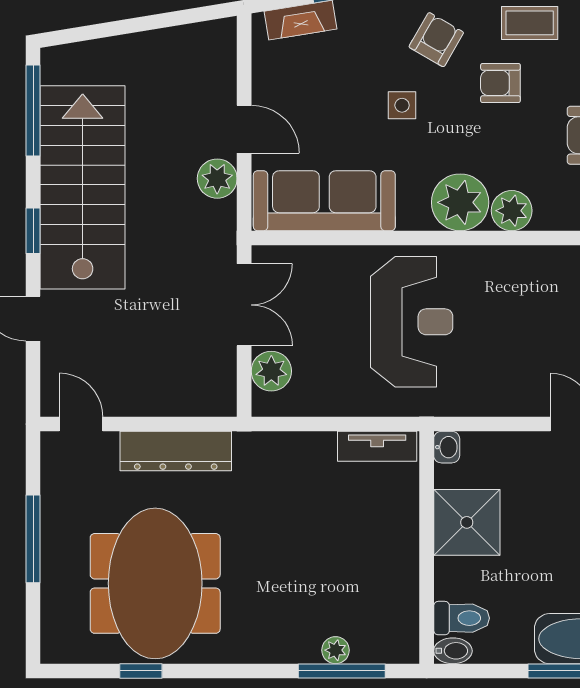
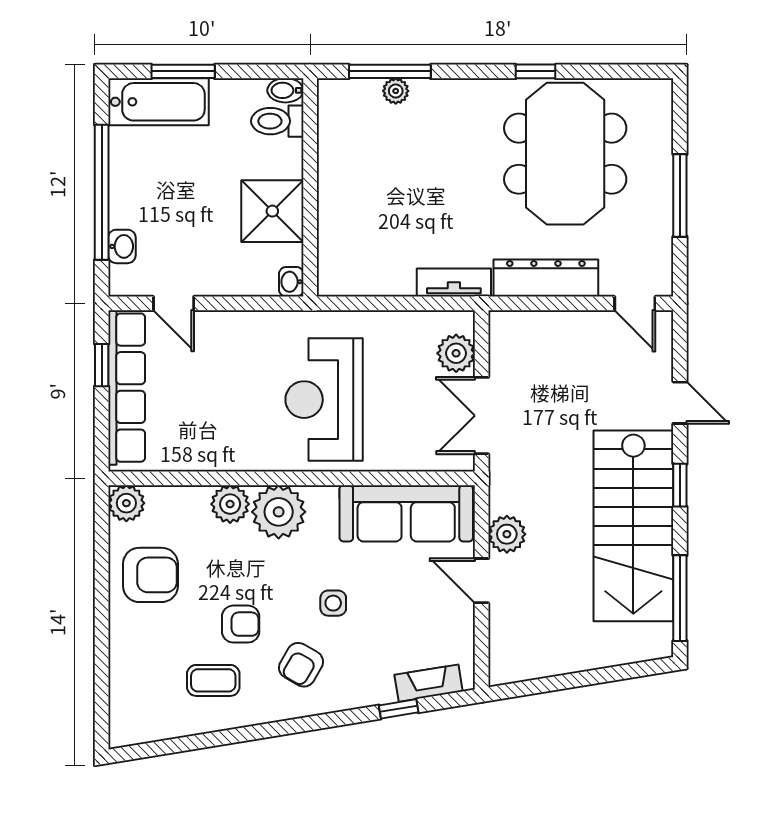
tv unit: (377, 446) -> (454, 283), moved
window: (141, 671) -> (536, 71), moved

